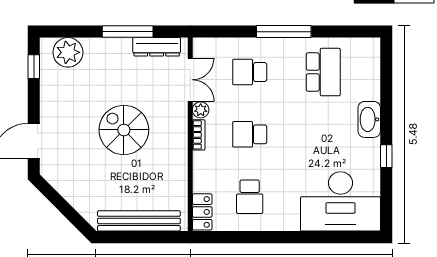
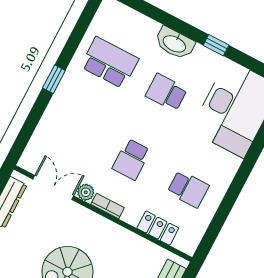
window: (284, 32) -> (54, 79), width x0.46
school desk: (250, 72) -> (166, 92), moved, turned 90
locker: (202, 212) -> (158, 228), moved

